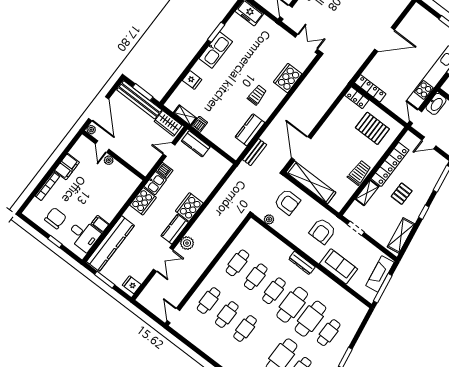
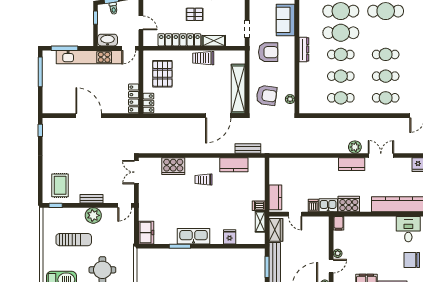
armchair: (287, 202) -> (267, 95), turned 98
cooker: (189, 207) -> (327, 166), removed
filing cabinet: (100, 224) -> (339, 223), moved

